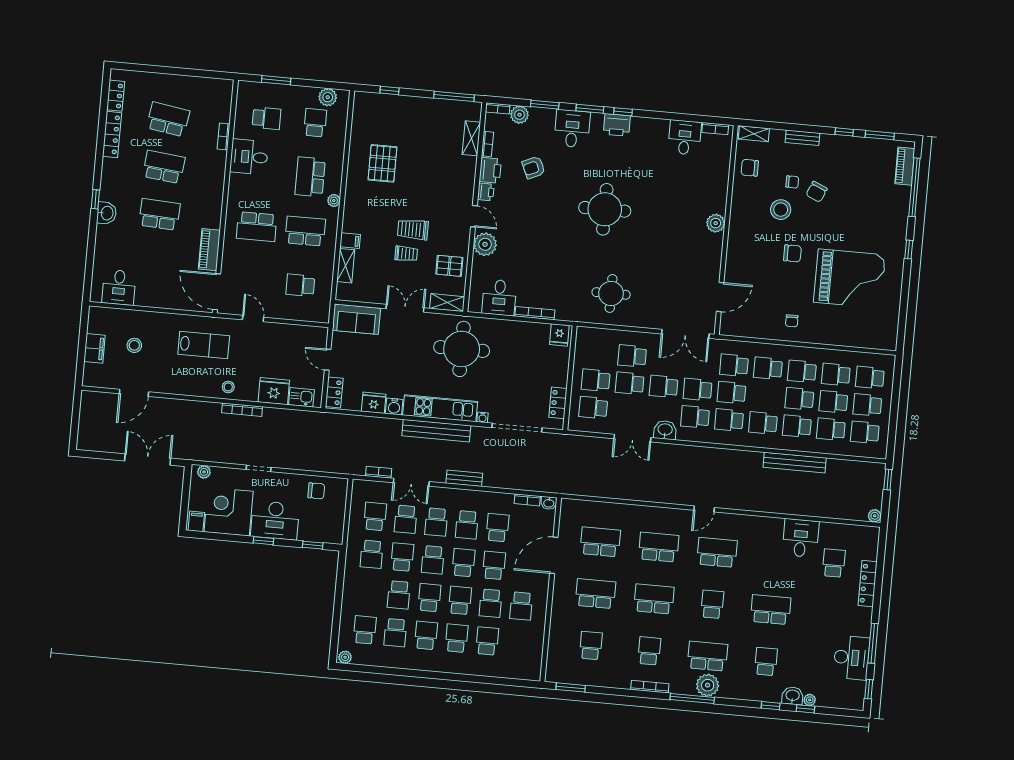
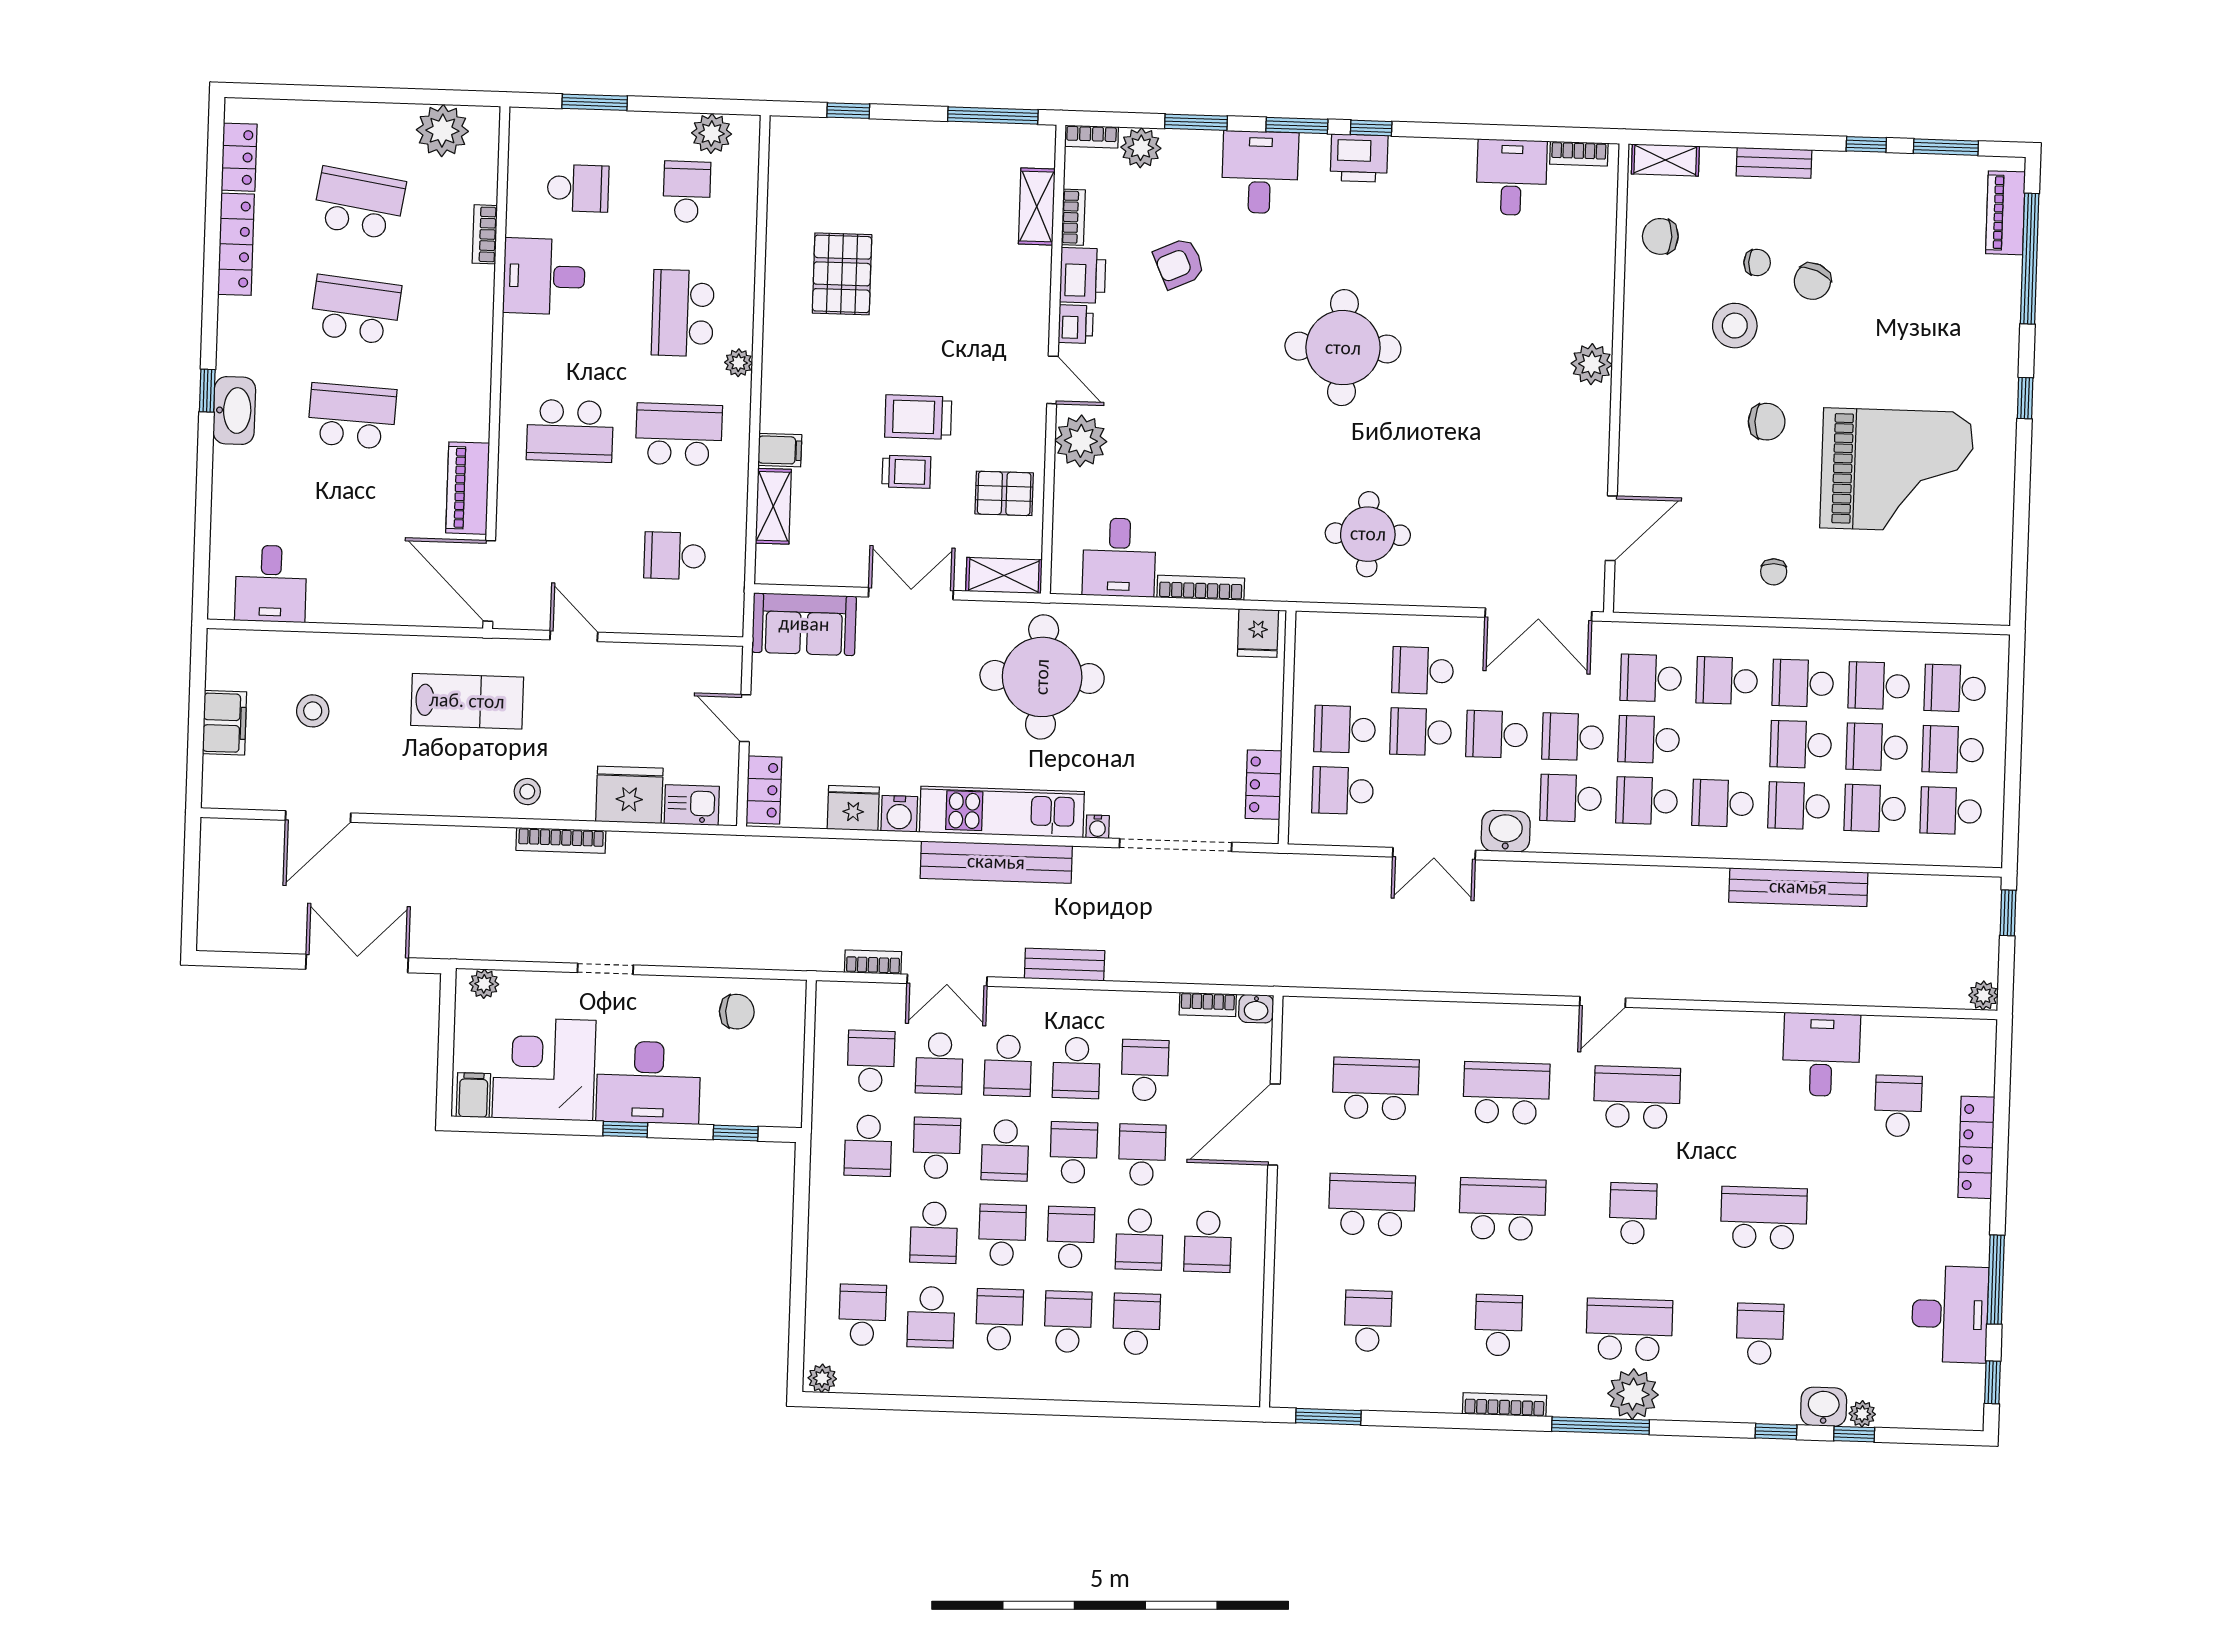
plant: (207, 89) -> (442, 131), added
washbasin: (107, 213) -> (234, 410), width x1.38

